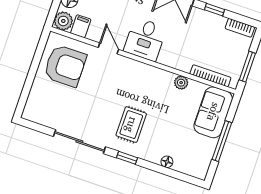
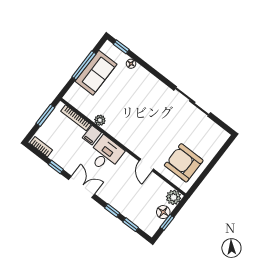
filing cabinet: (81, 26) -> (92, 135), moved
desk: (145, 39) -> (105, 154), moved
sofa: (213, 112) -> (96, 73), moved
rug: (131, 125) -> (149, 101), removed
window: (127, 158) -> (121, 47), moved

